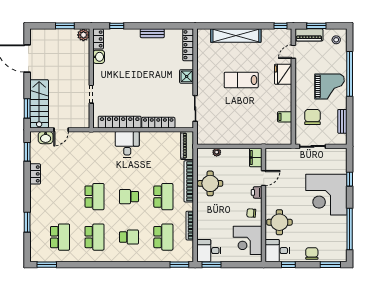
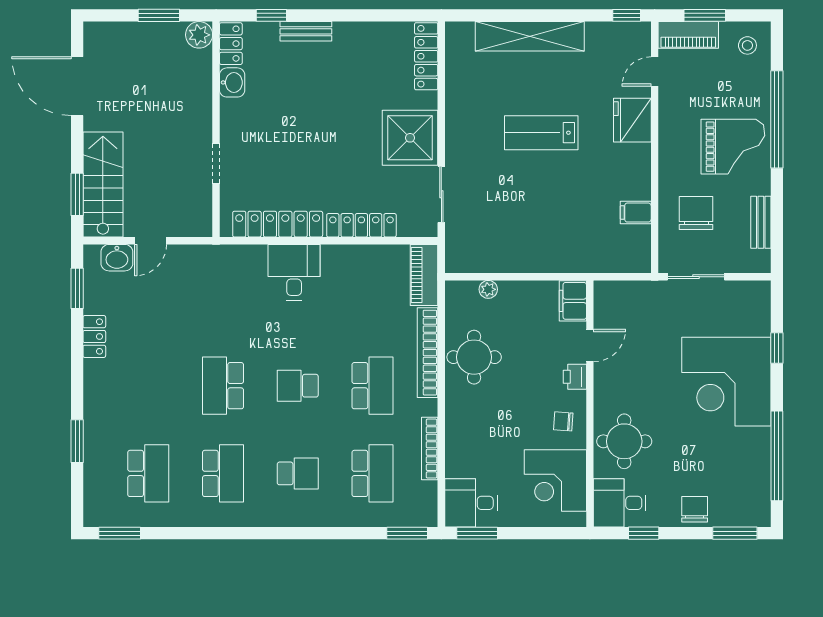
bench: (152, 33) -> (306, 31), moved
shower: (187, 76) -> (410, 138), width x1.86, depth x1.86
school desk: (94, 197) -> (223, 386), turned 180

